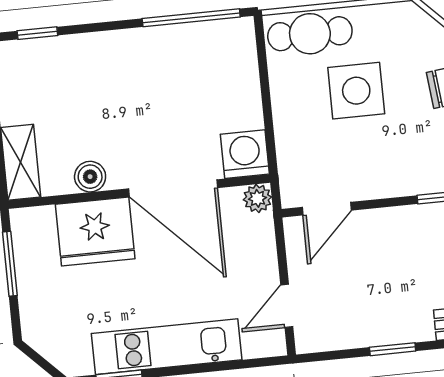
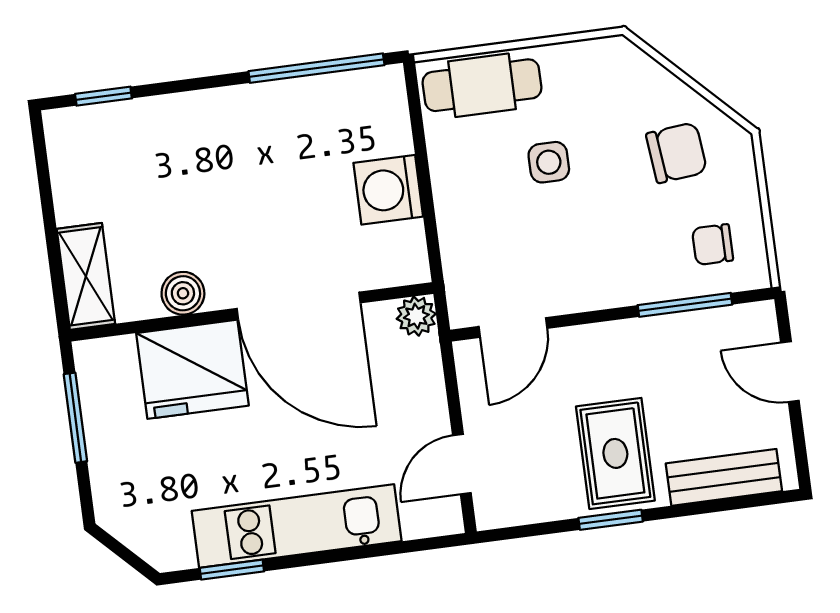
side table: (356, 91) -> (549, 162), width x0.54, depth x0.54
washing machine: (245, 154) -> (388, 190), moved, turned -90
rug: (398, 302) -> (615, 453), added

